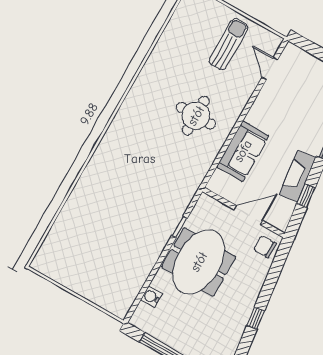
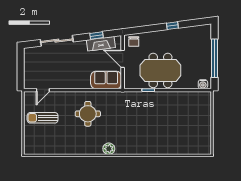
plant: (125, 117) -> (109, 149), added
sofa: (243, 151) -> (106, 80), moved
fireplace: (298, 176) -> (101, 44), moved
water cooler: (151, 297) -> (203, 84), moved

